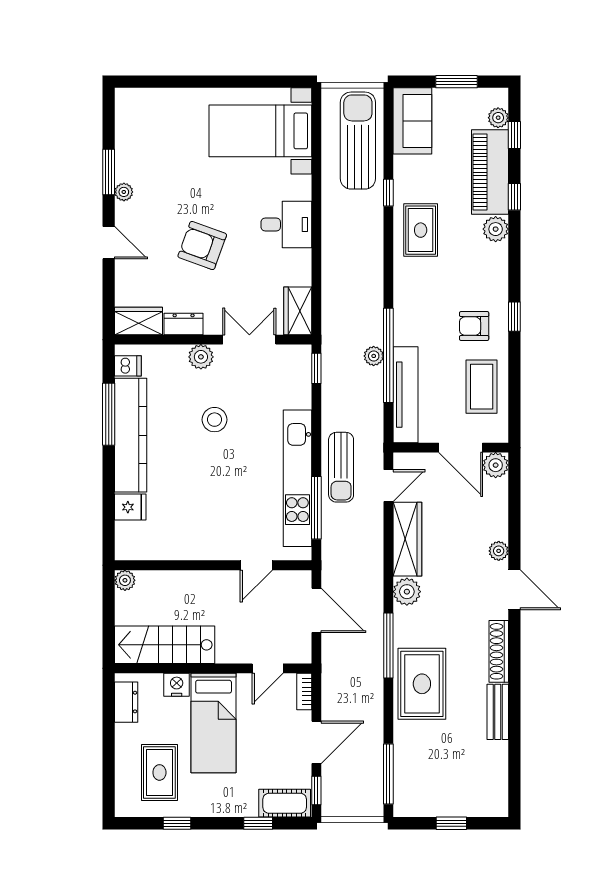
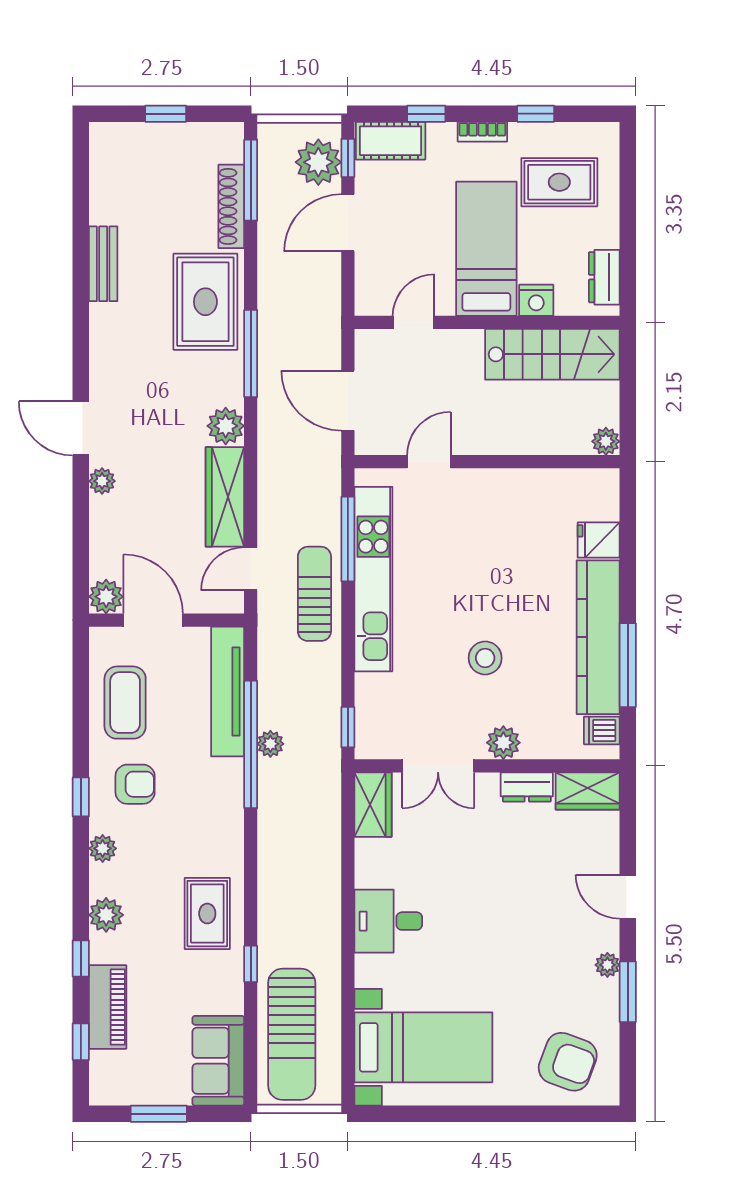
plant: (498, 118) -> (103, 848), moved
piano: (490, 172) -> (108, 1007), width x0.73, depth x0.75
armchair: (202, 245) -> (568, 1062), moved
shoe rack: (499, 651) -> (231, 206), moved, turned 180
bookcase: (304, 692) -> (482, 132), moved, turned 90
rug: (159, 772) -> (559, 182), turned 90
plant: (338, 787) -> (318, 162), added

